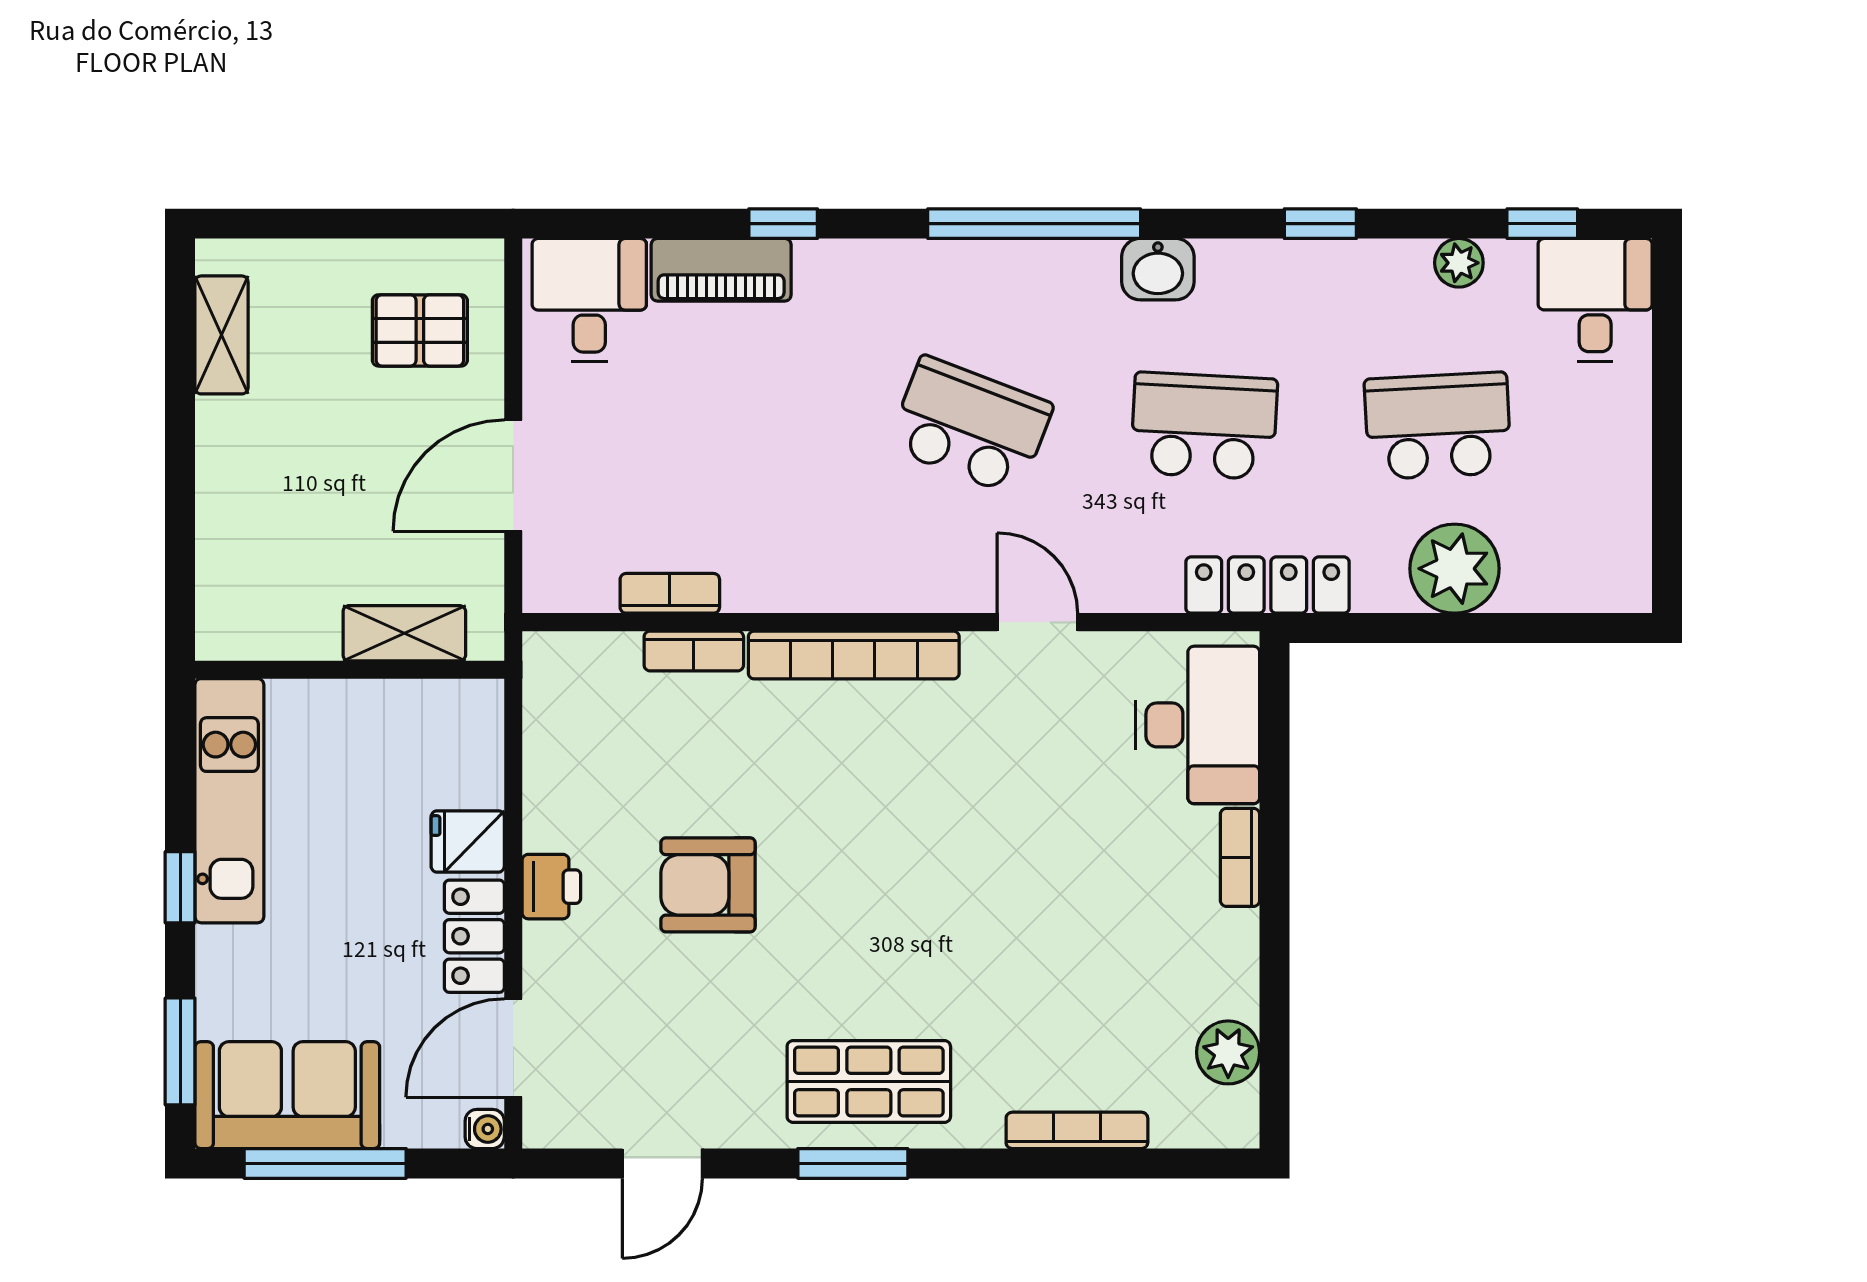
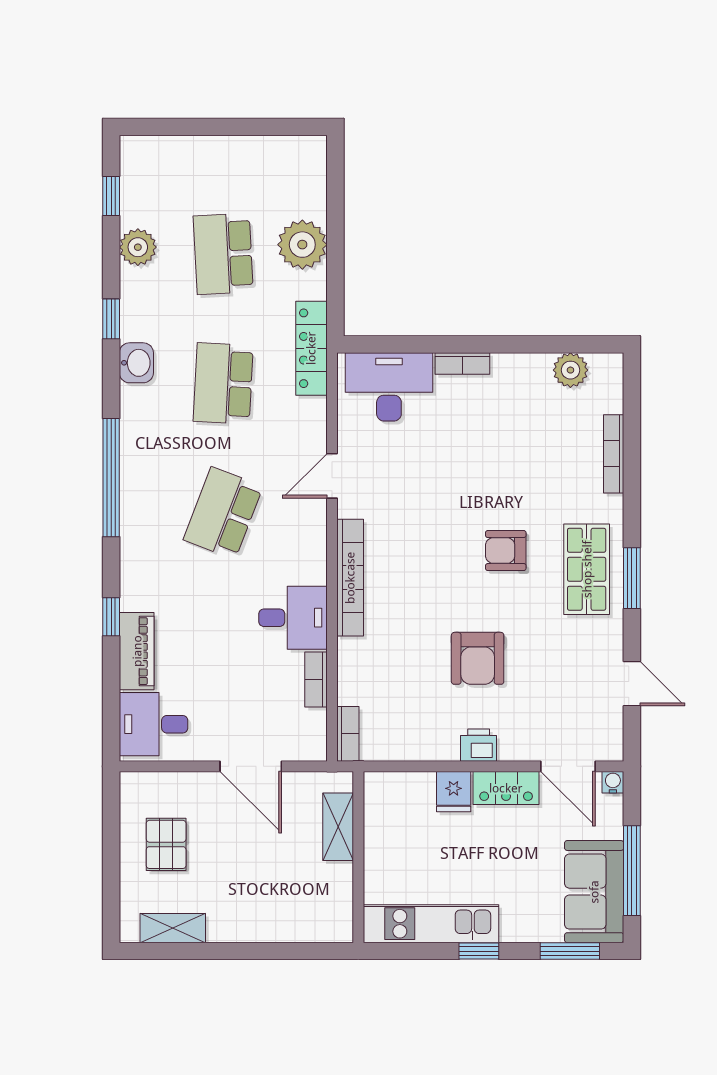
plant: (1459, 263) -> (138, 247), width x1.38, depth x1.38
washbasin: (1158, 269) -> (136, 363), moved
desk: (1595, 300) -> (293, 618), moved, turned 180
pallet: (420, 330) -> (166, 844), moved
bookcase: (694, 651) -> (348, 734), moved
armchair: (903, 936) -> (506, 551), added

